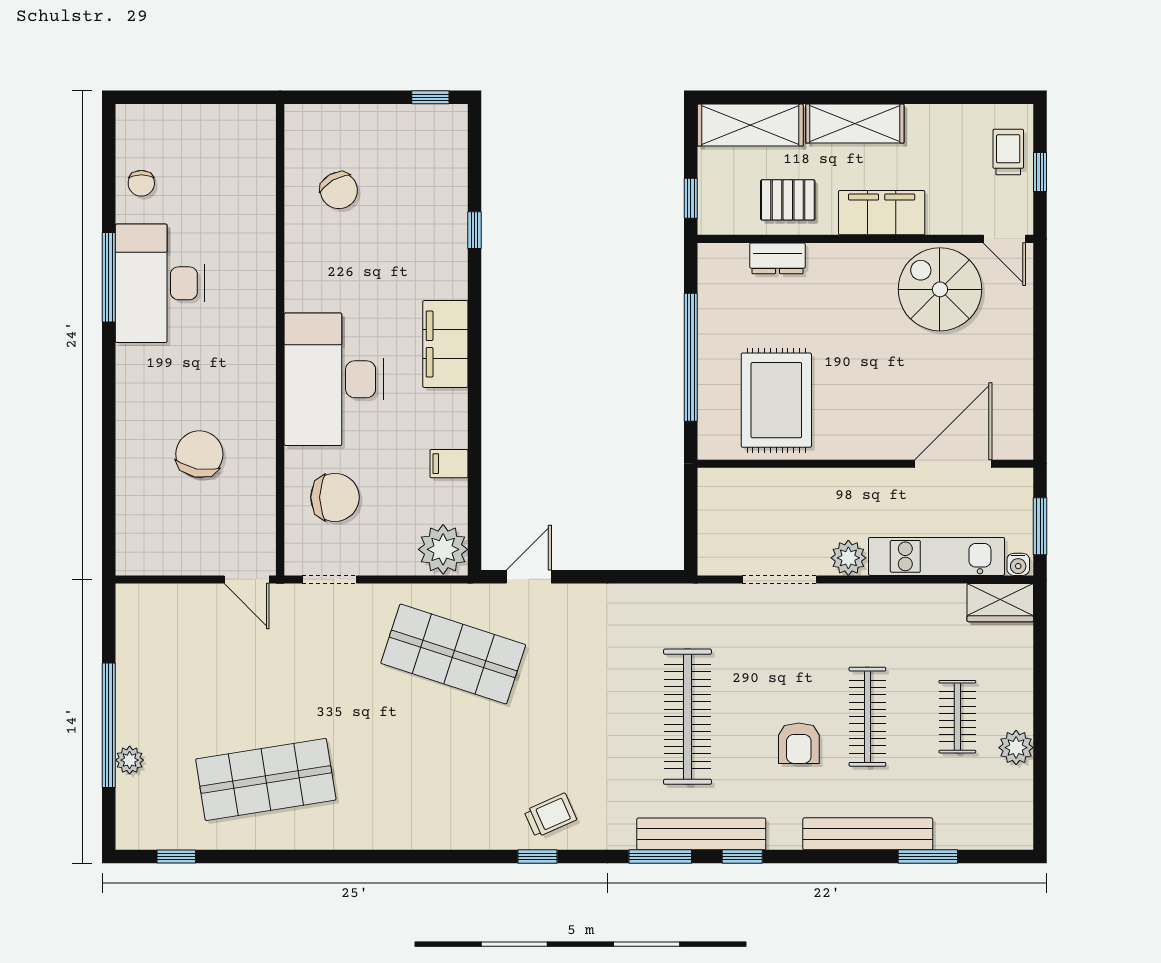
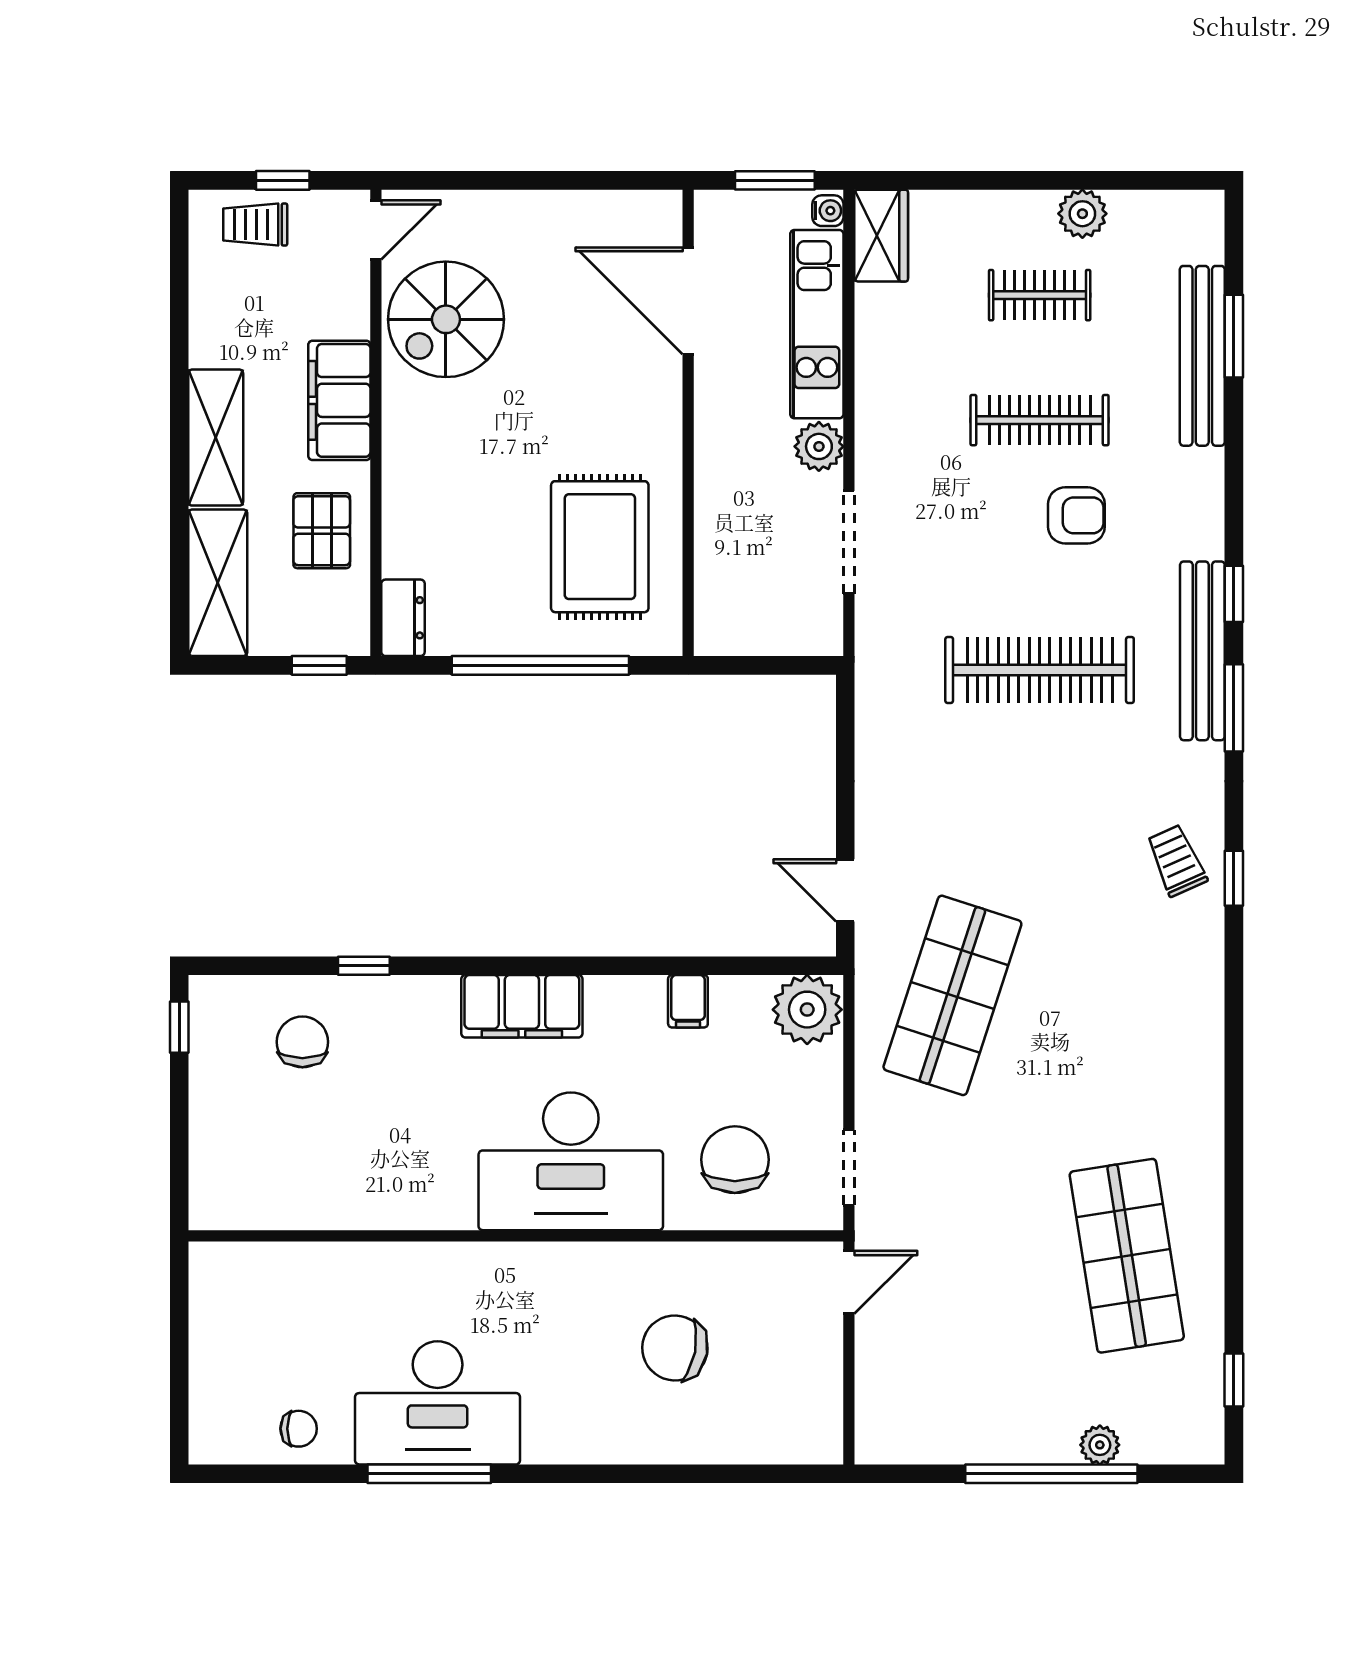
chair: (339, 190) -> (302, 1042), moved, turned -60
dresser: (777, 258) -> (403, 618), moved
rug: (776, 400) -> (600, 547), turned 90
bench: (868, 834) -> (1202, 356), moved

